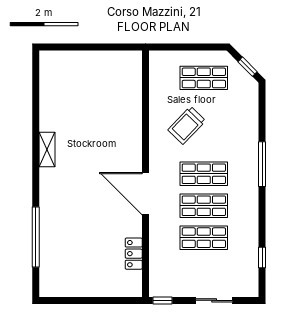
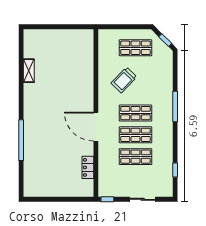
shelving: (47, 150) -> (29, 71), moved
window: (36, 237) -> (21, 140), moved

